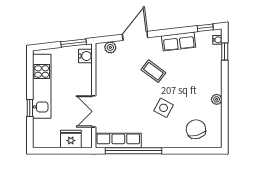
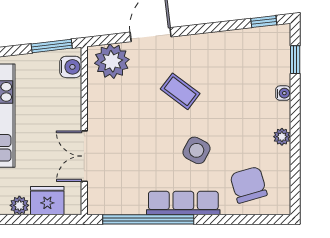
water cooler: (217, 40) -> (283, 93), moved
row of seats: (179, 42) -> (221, 44), removed
plant: (110, 47) -> (112, 61), width x1.88, depth x1.88
row of seats: (118, 141) -> (183, 203), moved
plant: (54, 142) -> (19, 205), added

